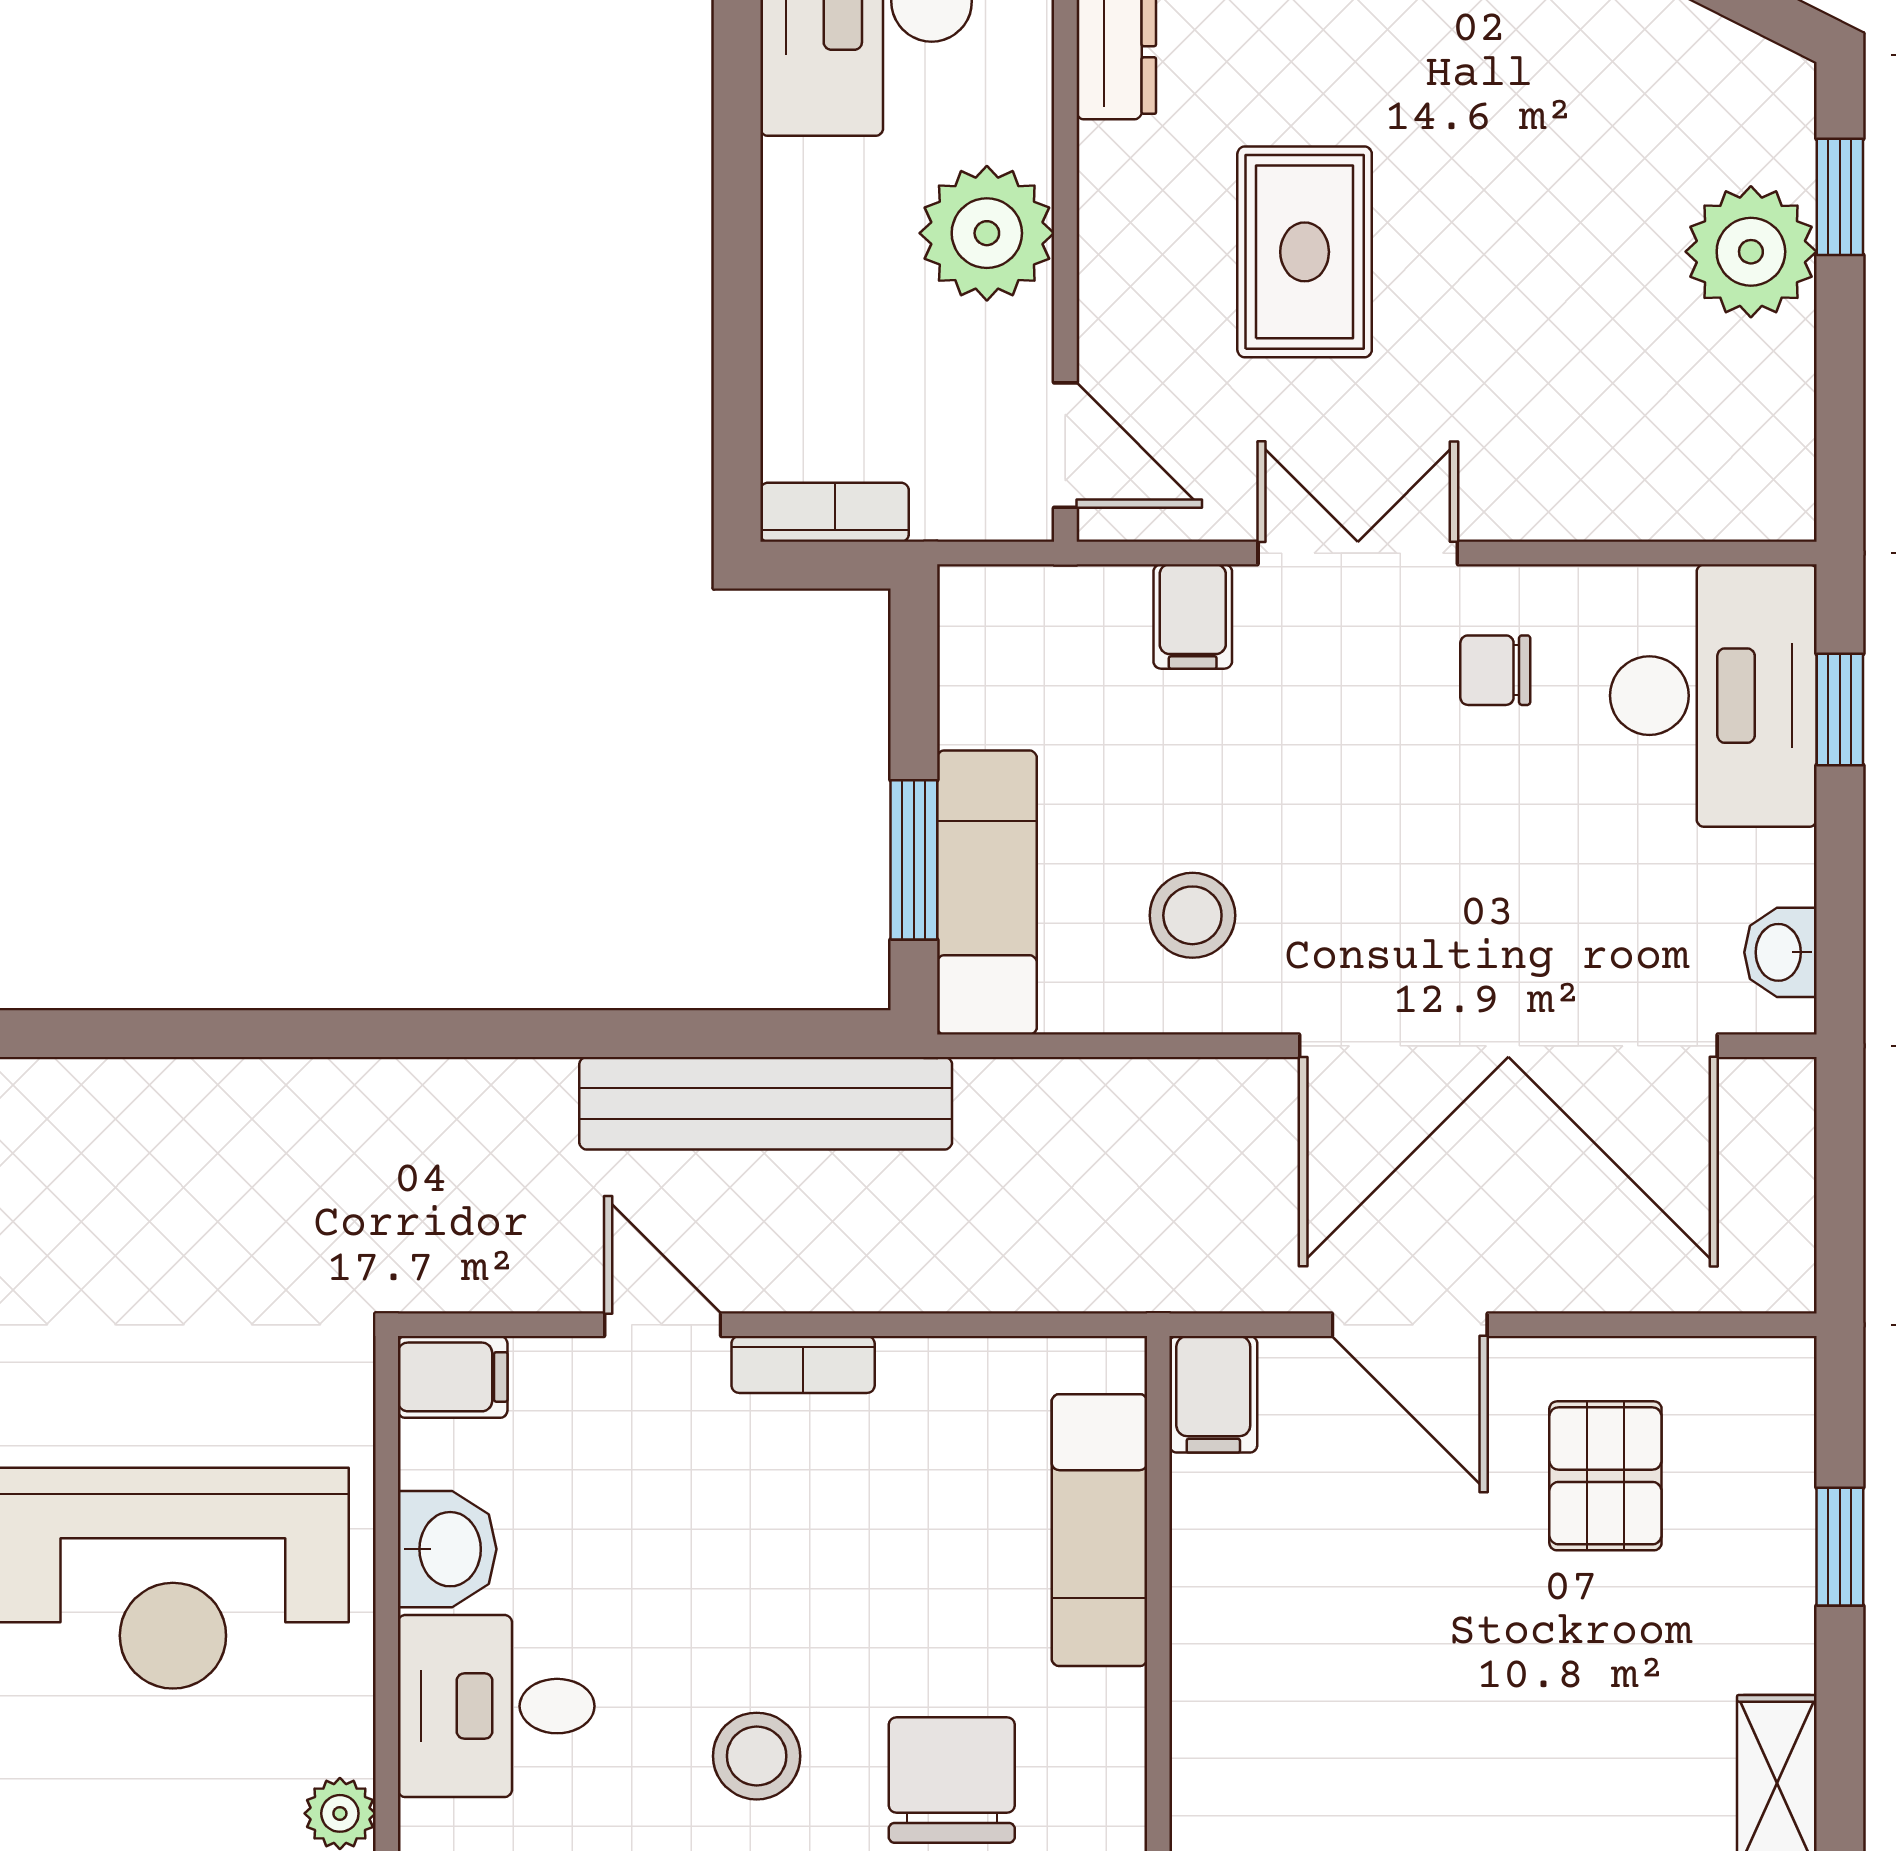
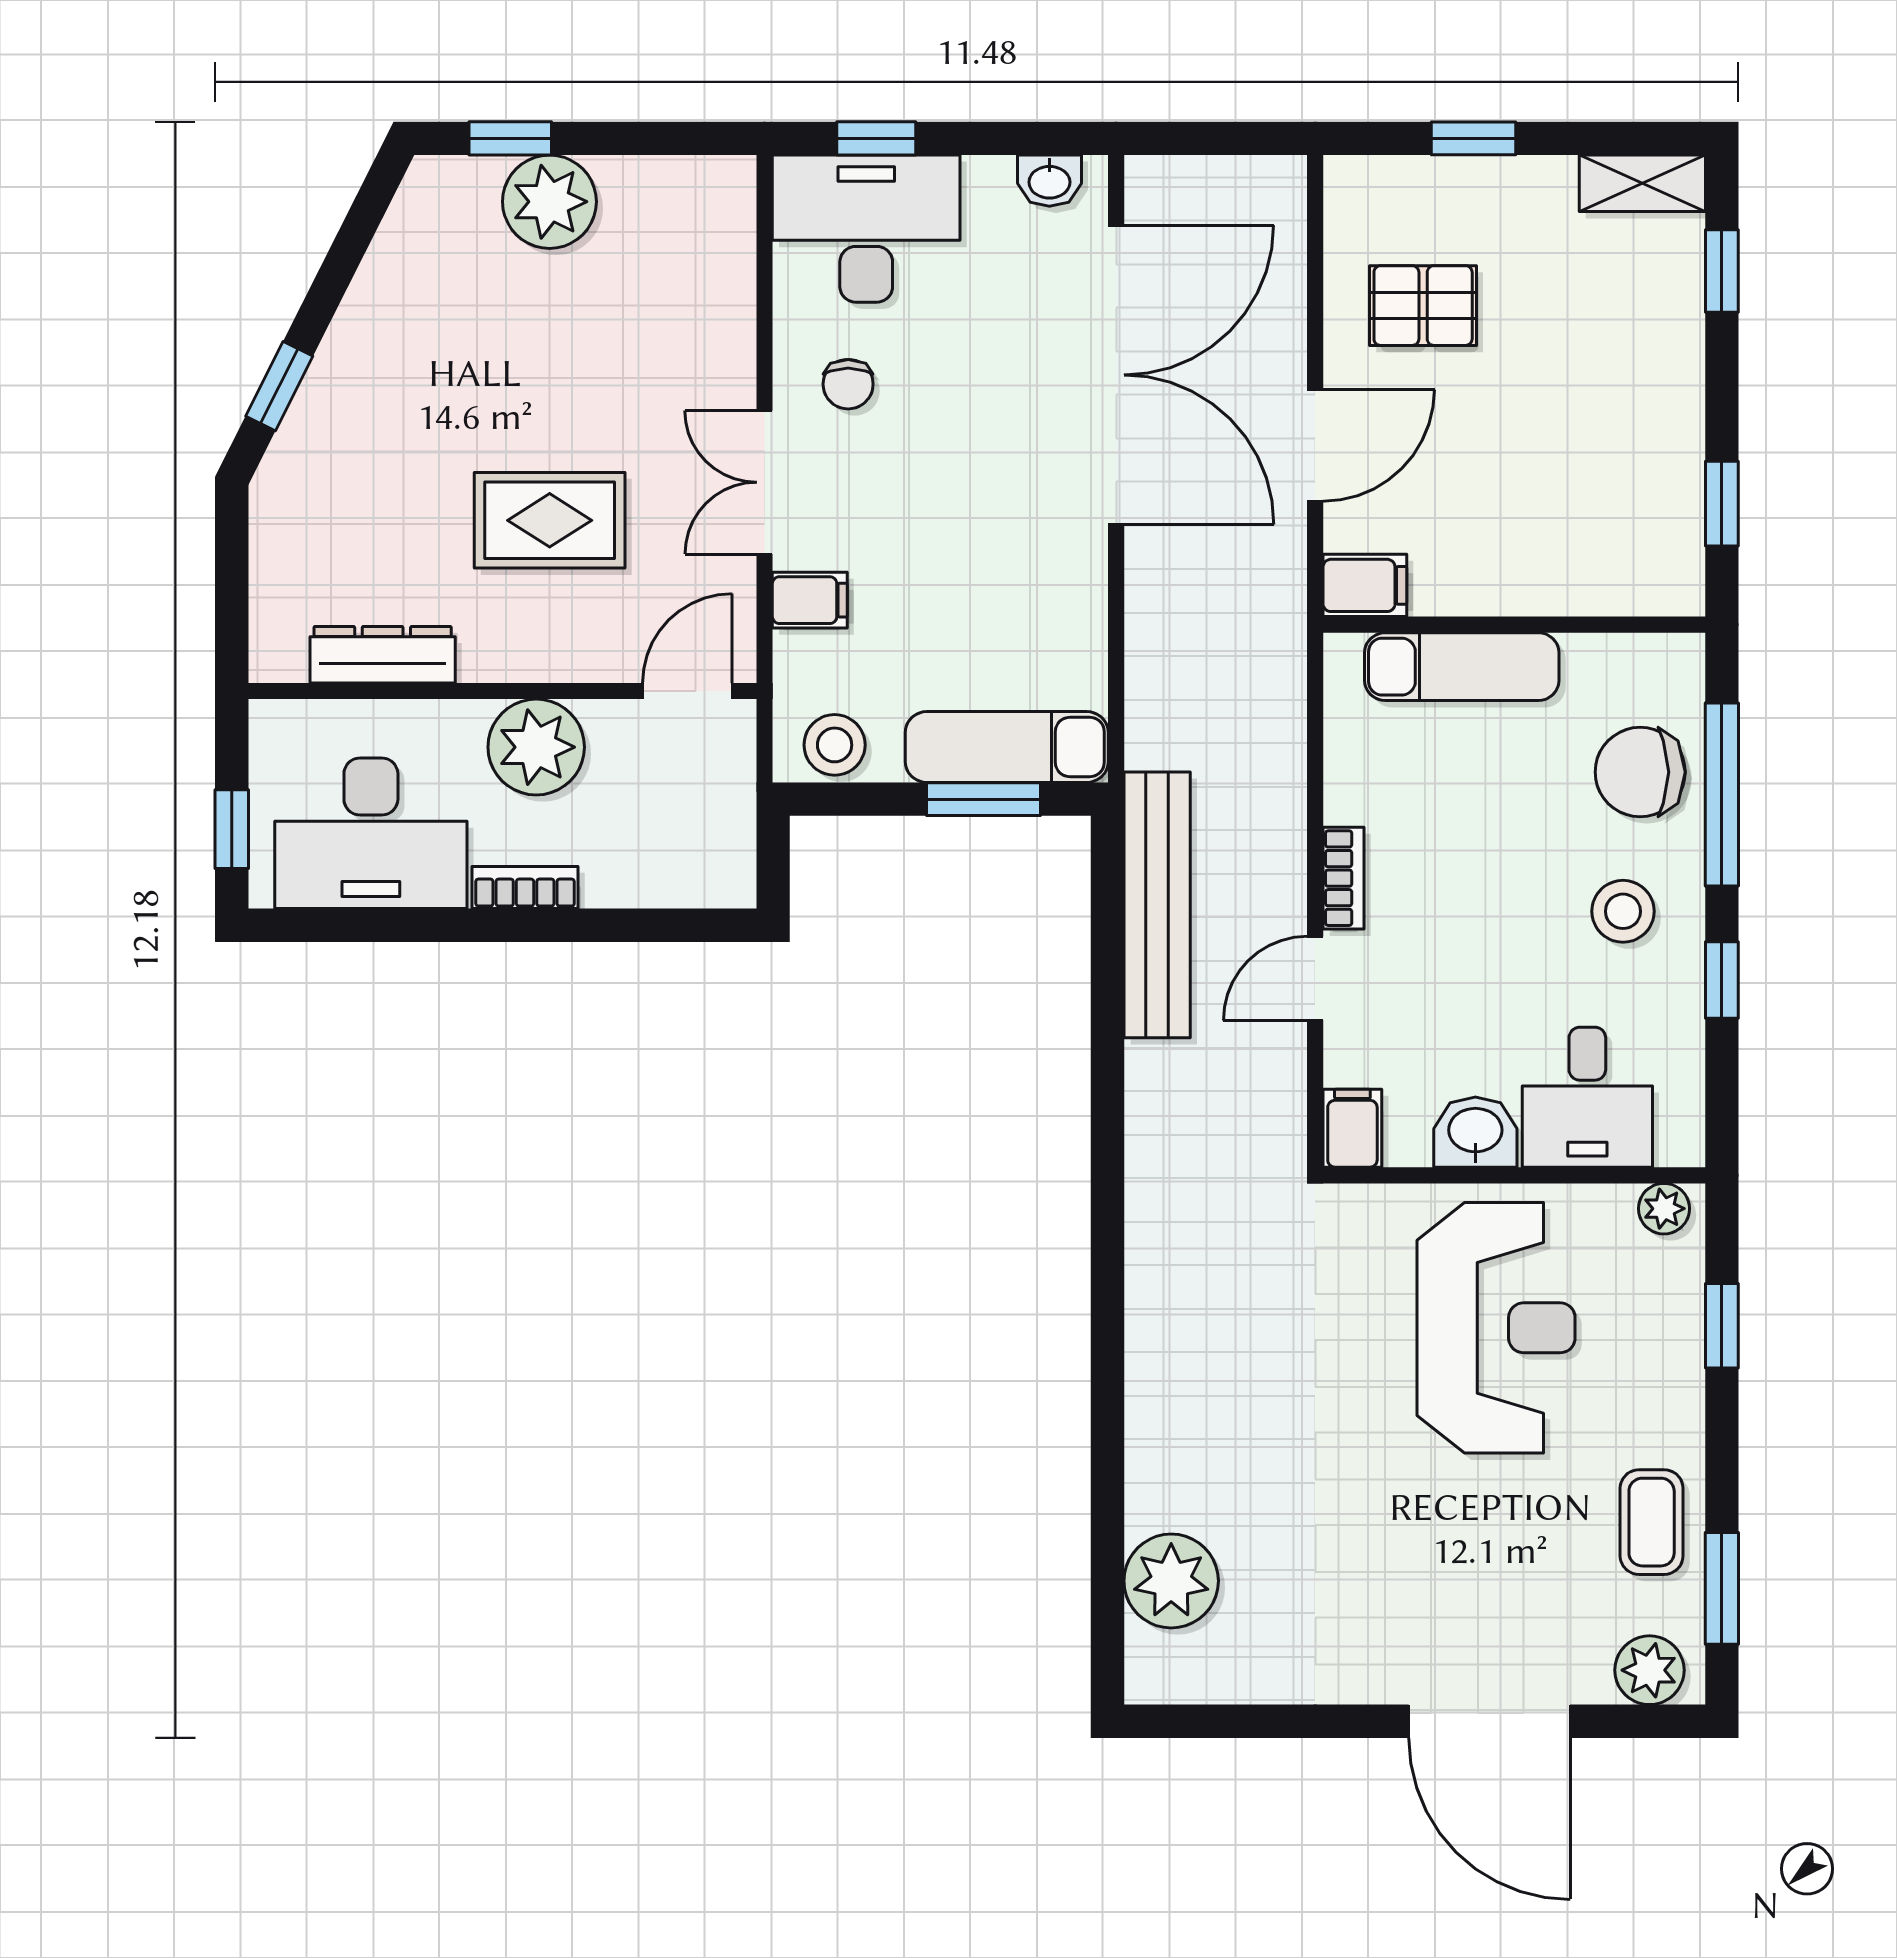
bookcase: (835, 512) -> (525, 887), moved, turned 90
stool: (1192, 915) -> (835, 745), moved

